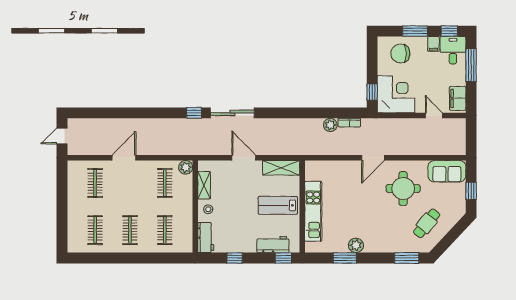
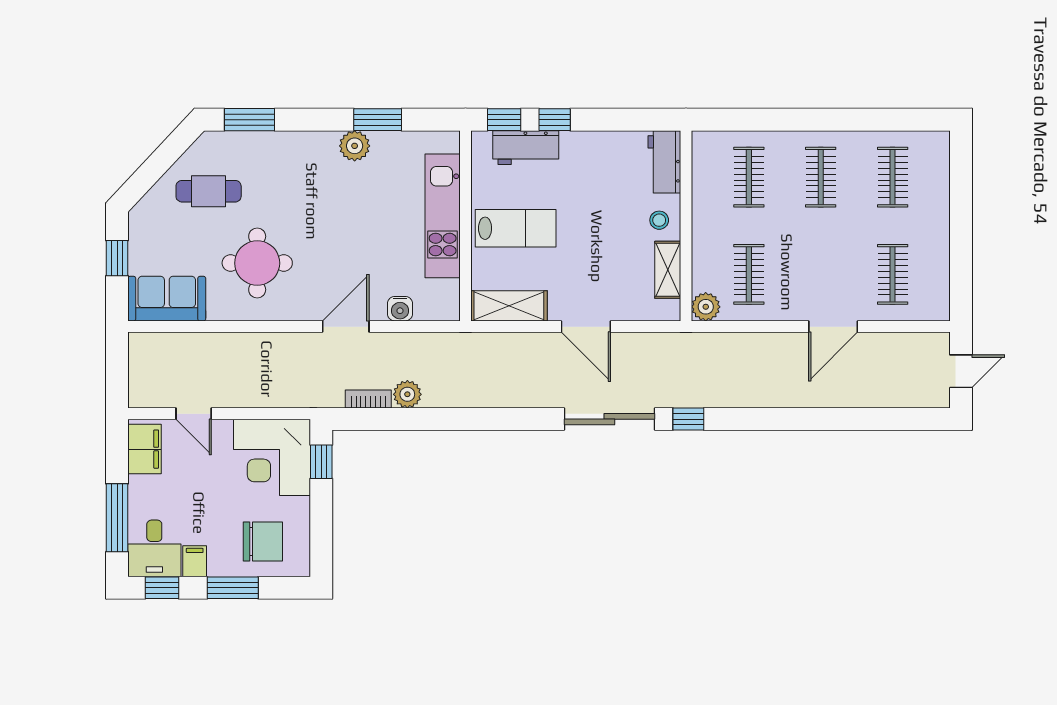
door: (373, 158) -> (346, 327), moved
water cooler: (334, 166) -> (400, 309), added
cafe table: (427, 223) -> (209, 191), turned 51
window: (235, 258) -> (555, 120), moved

